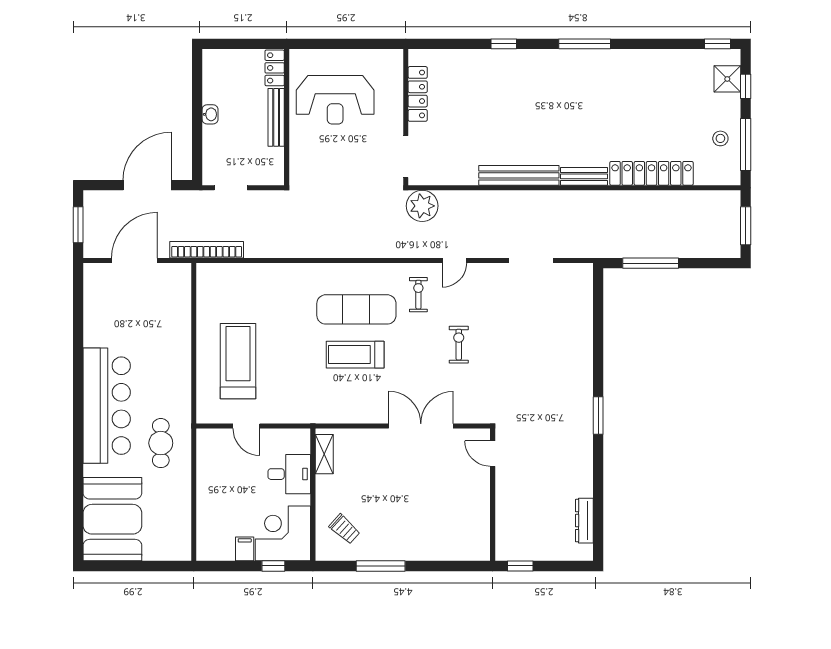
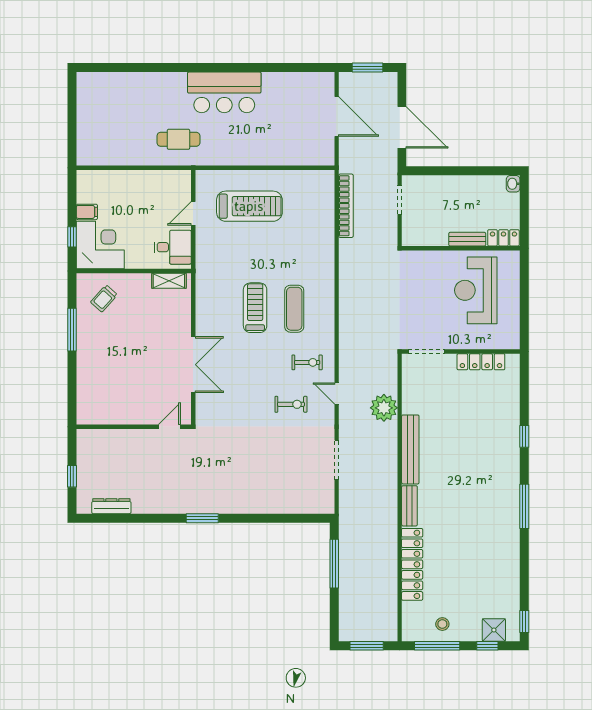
washbasin: (210, 114) -> (513, 184), moved, turned 90
bench: (276, 117) -> (467, 239), width x0.73
plant: (422, 206) -> (384, 408), moved
bookcase: (207, 250) -> (346, 206), moved
exercise mat: (356, 309) -> (294, 309), width x0.73, depth x0.69
exercise bike: (459, 345) -> (291, 404), moved
bar counter: (107, 406) -> (224, 92), width x0.73
desk: (289, 474) -> (173, 247), moved, turned -90
booth: (112, 519) -> (113, 97), removed
window: (520, 566) -> (72, 476), moved

